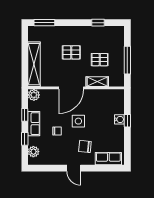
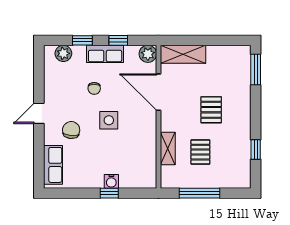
shelving: (34, 64) -> (183, 54), width x0.68
door: (71, 88) -> (158, 92), moved

